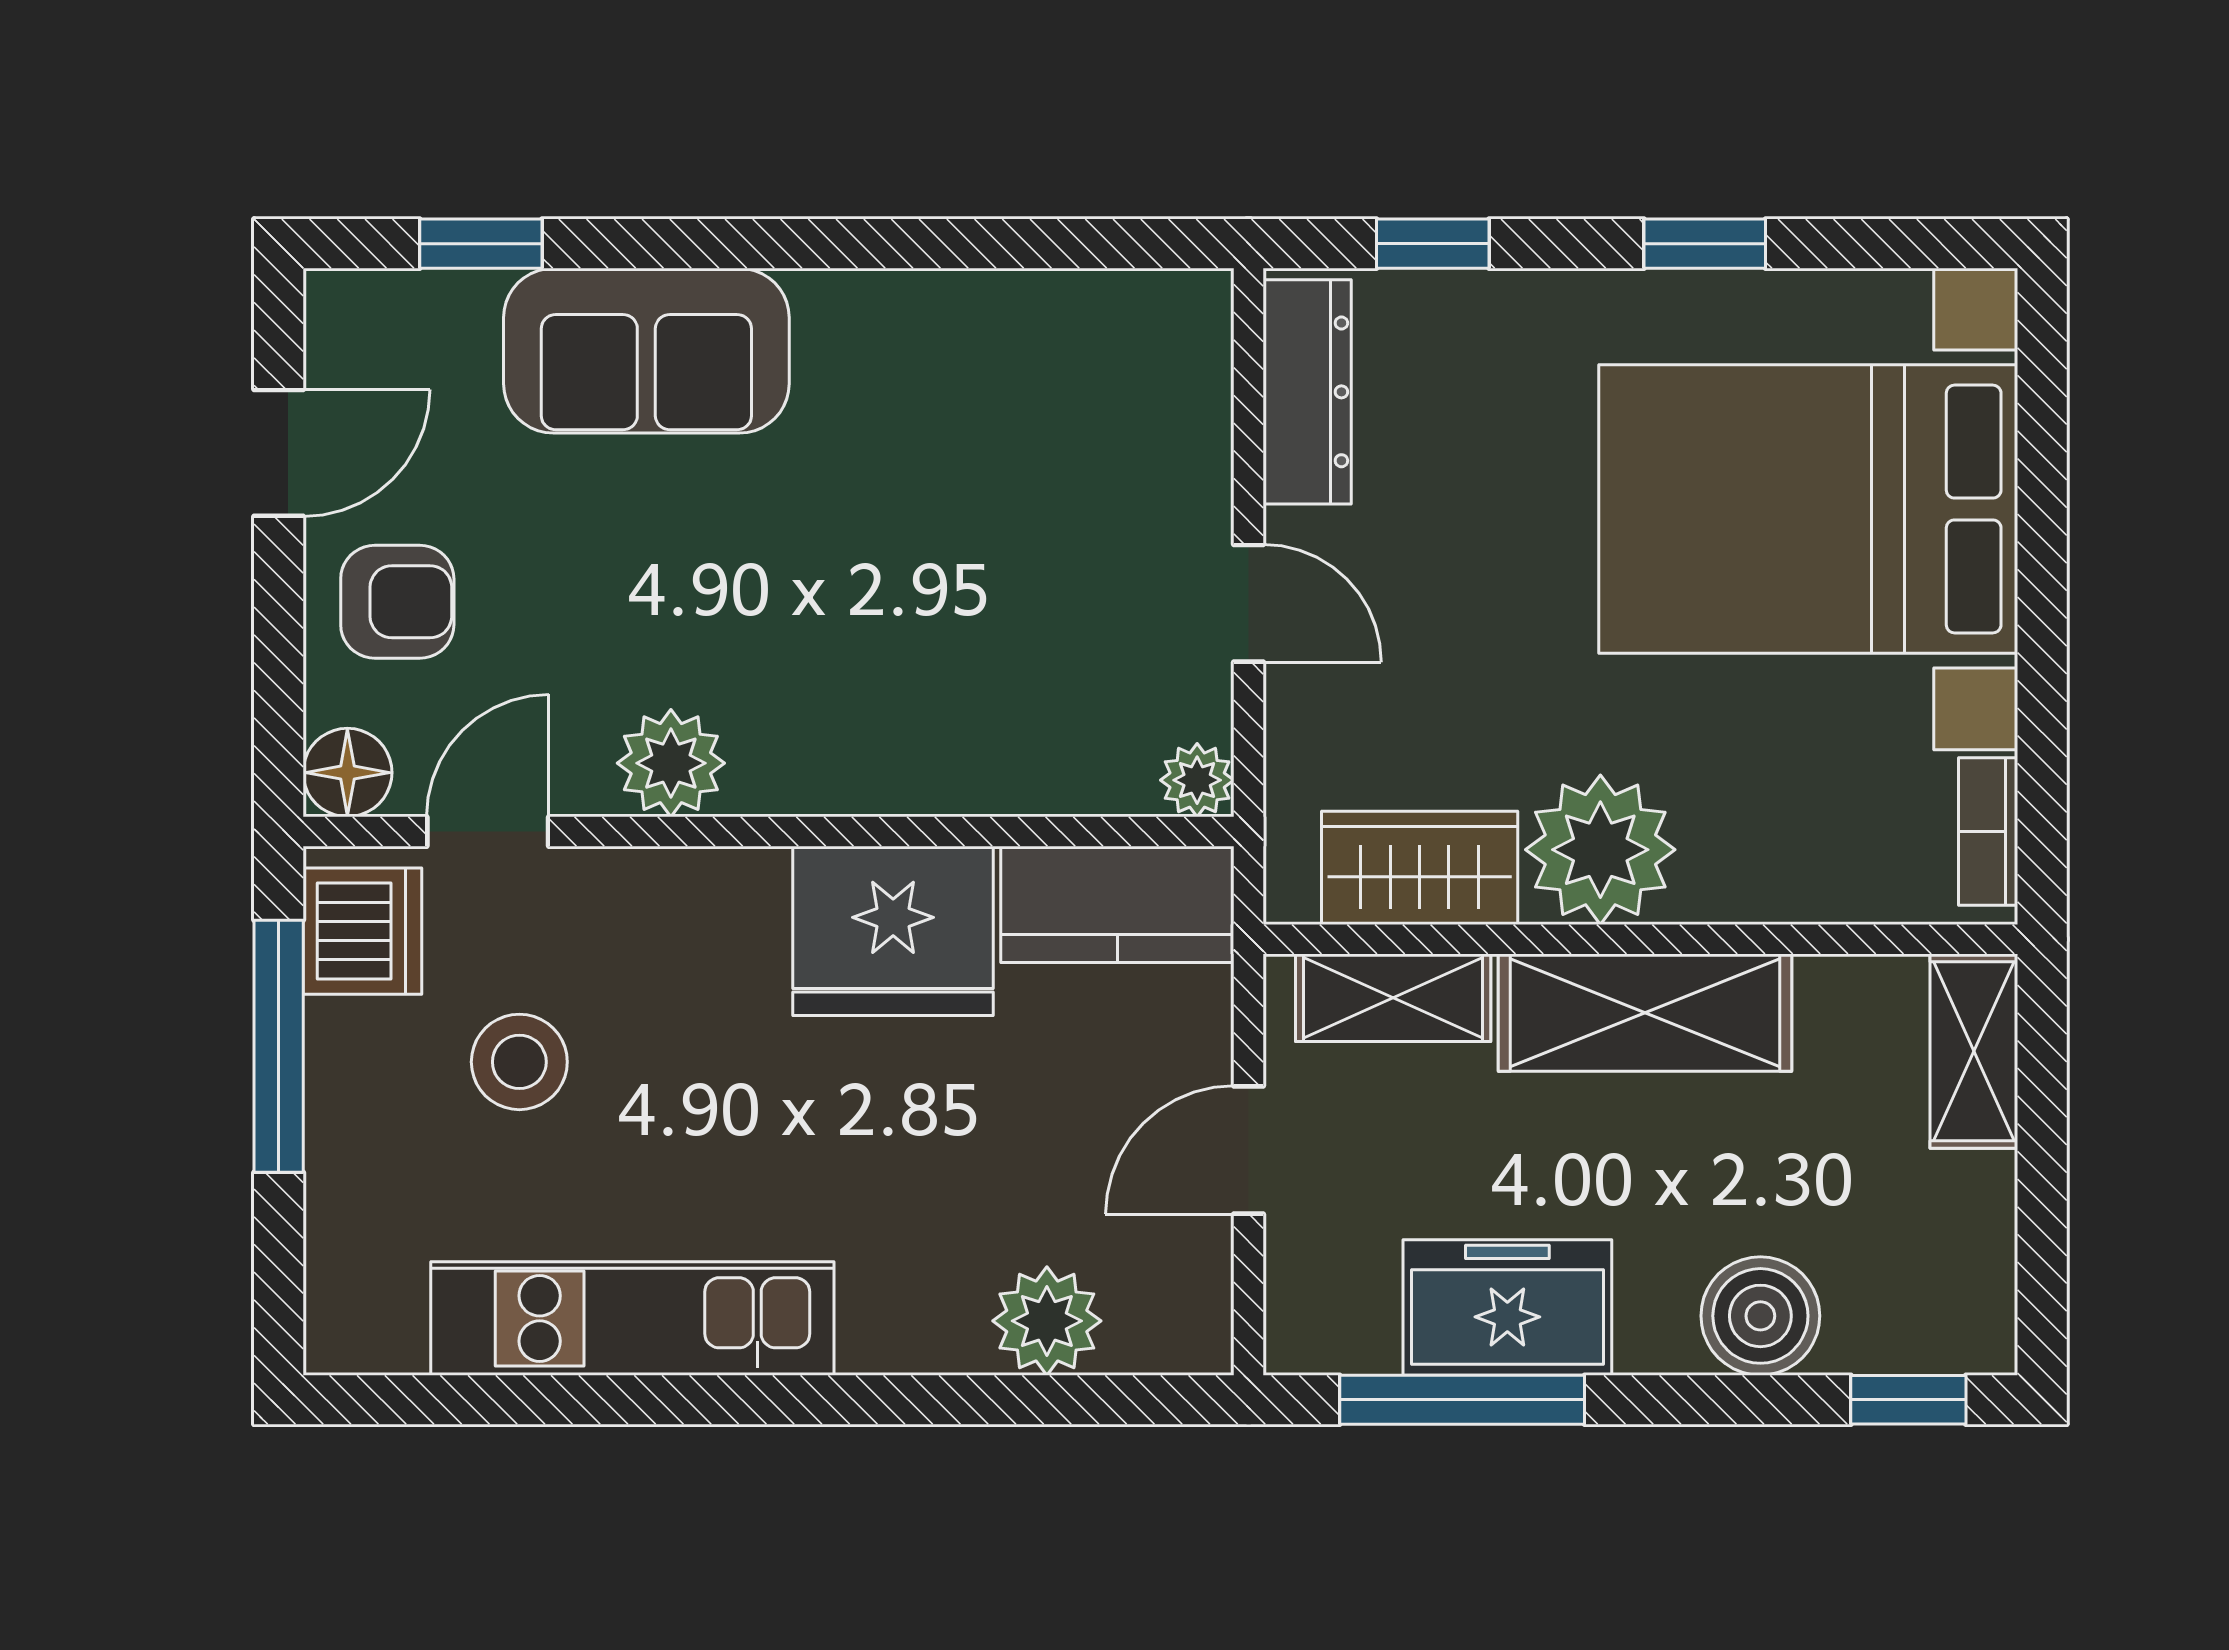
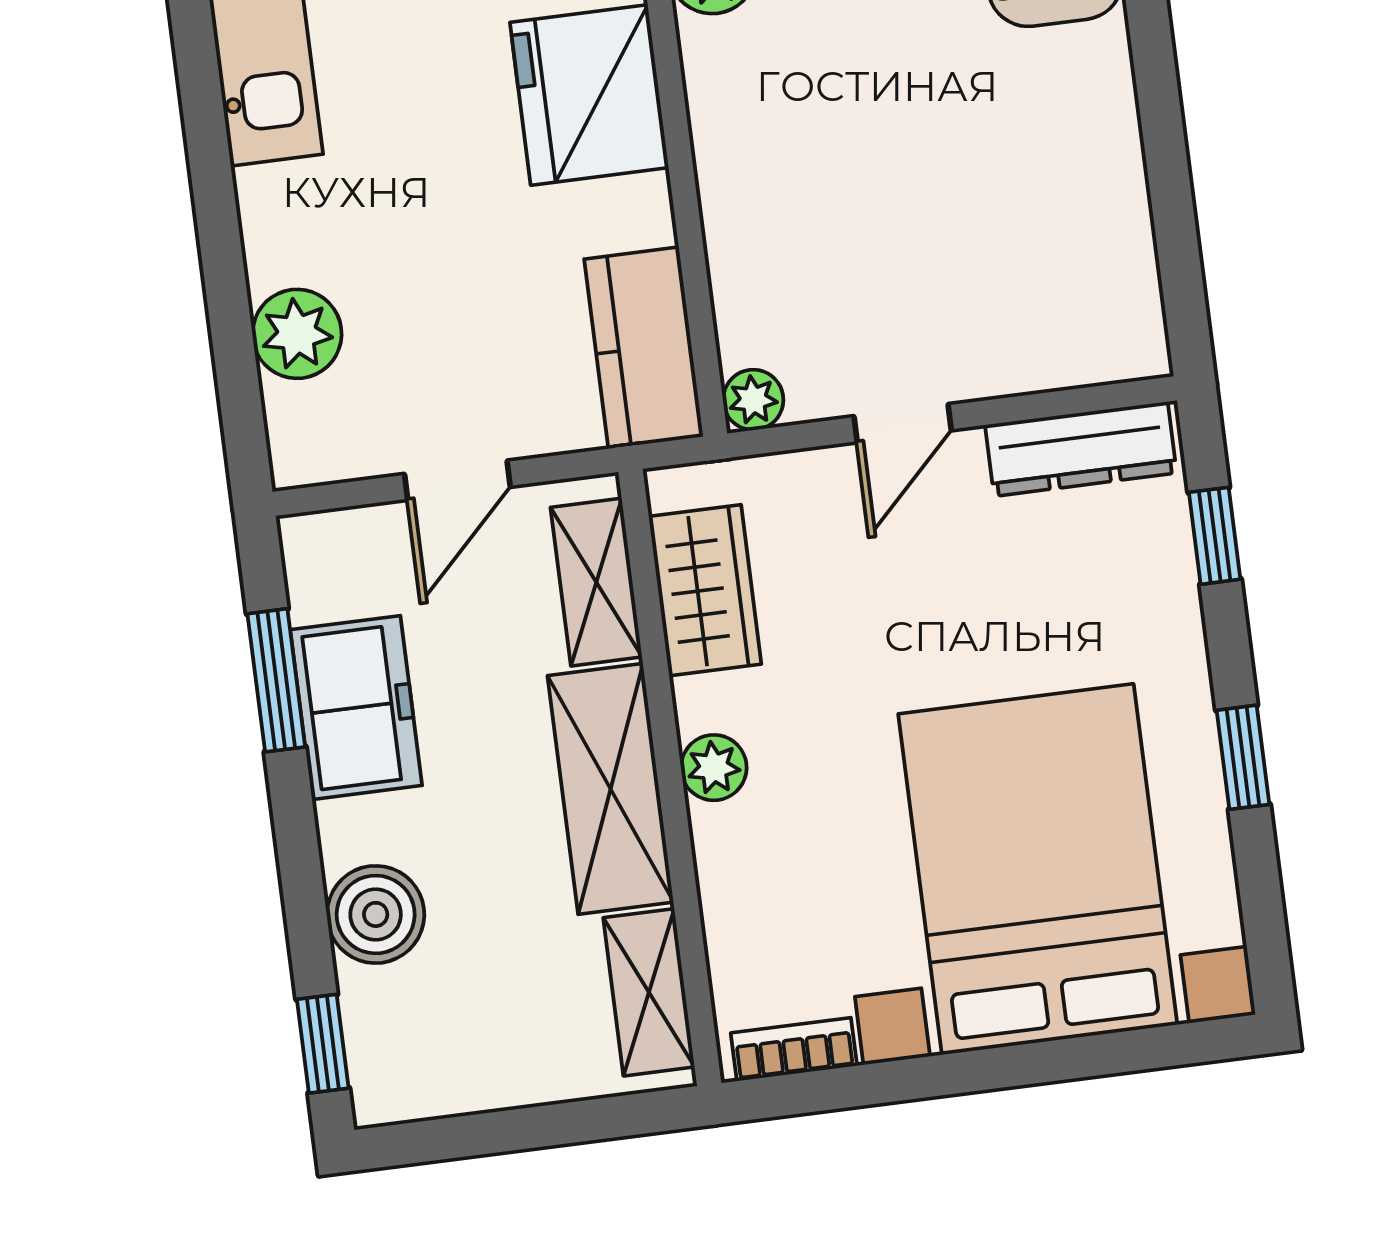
plant: (1600, 850) -> (714, 768), width x0.53, depth x0.53
fridge: (893, 931) -> (589, 95), moved
shelving: (1974, 1051) -> (649, 992), moved, turned 90
door: (1249, 1150) -> (457, 480), swing flipped
window: (1462, 1400) -> (276, 680), width x0.69

